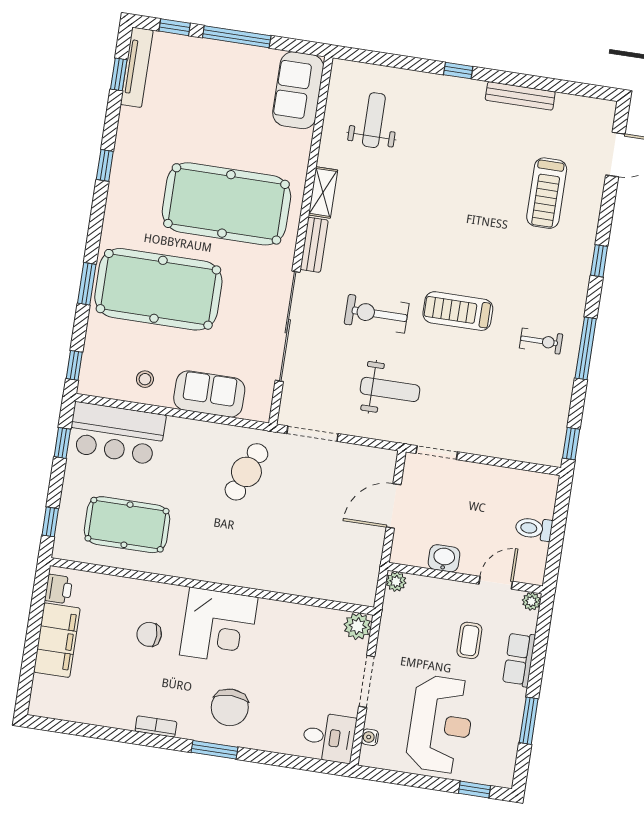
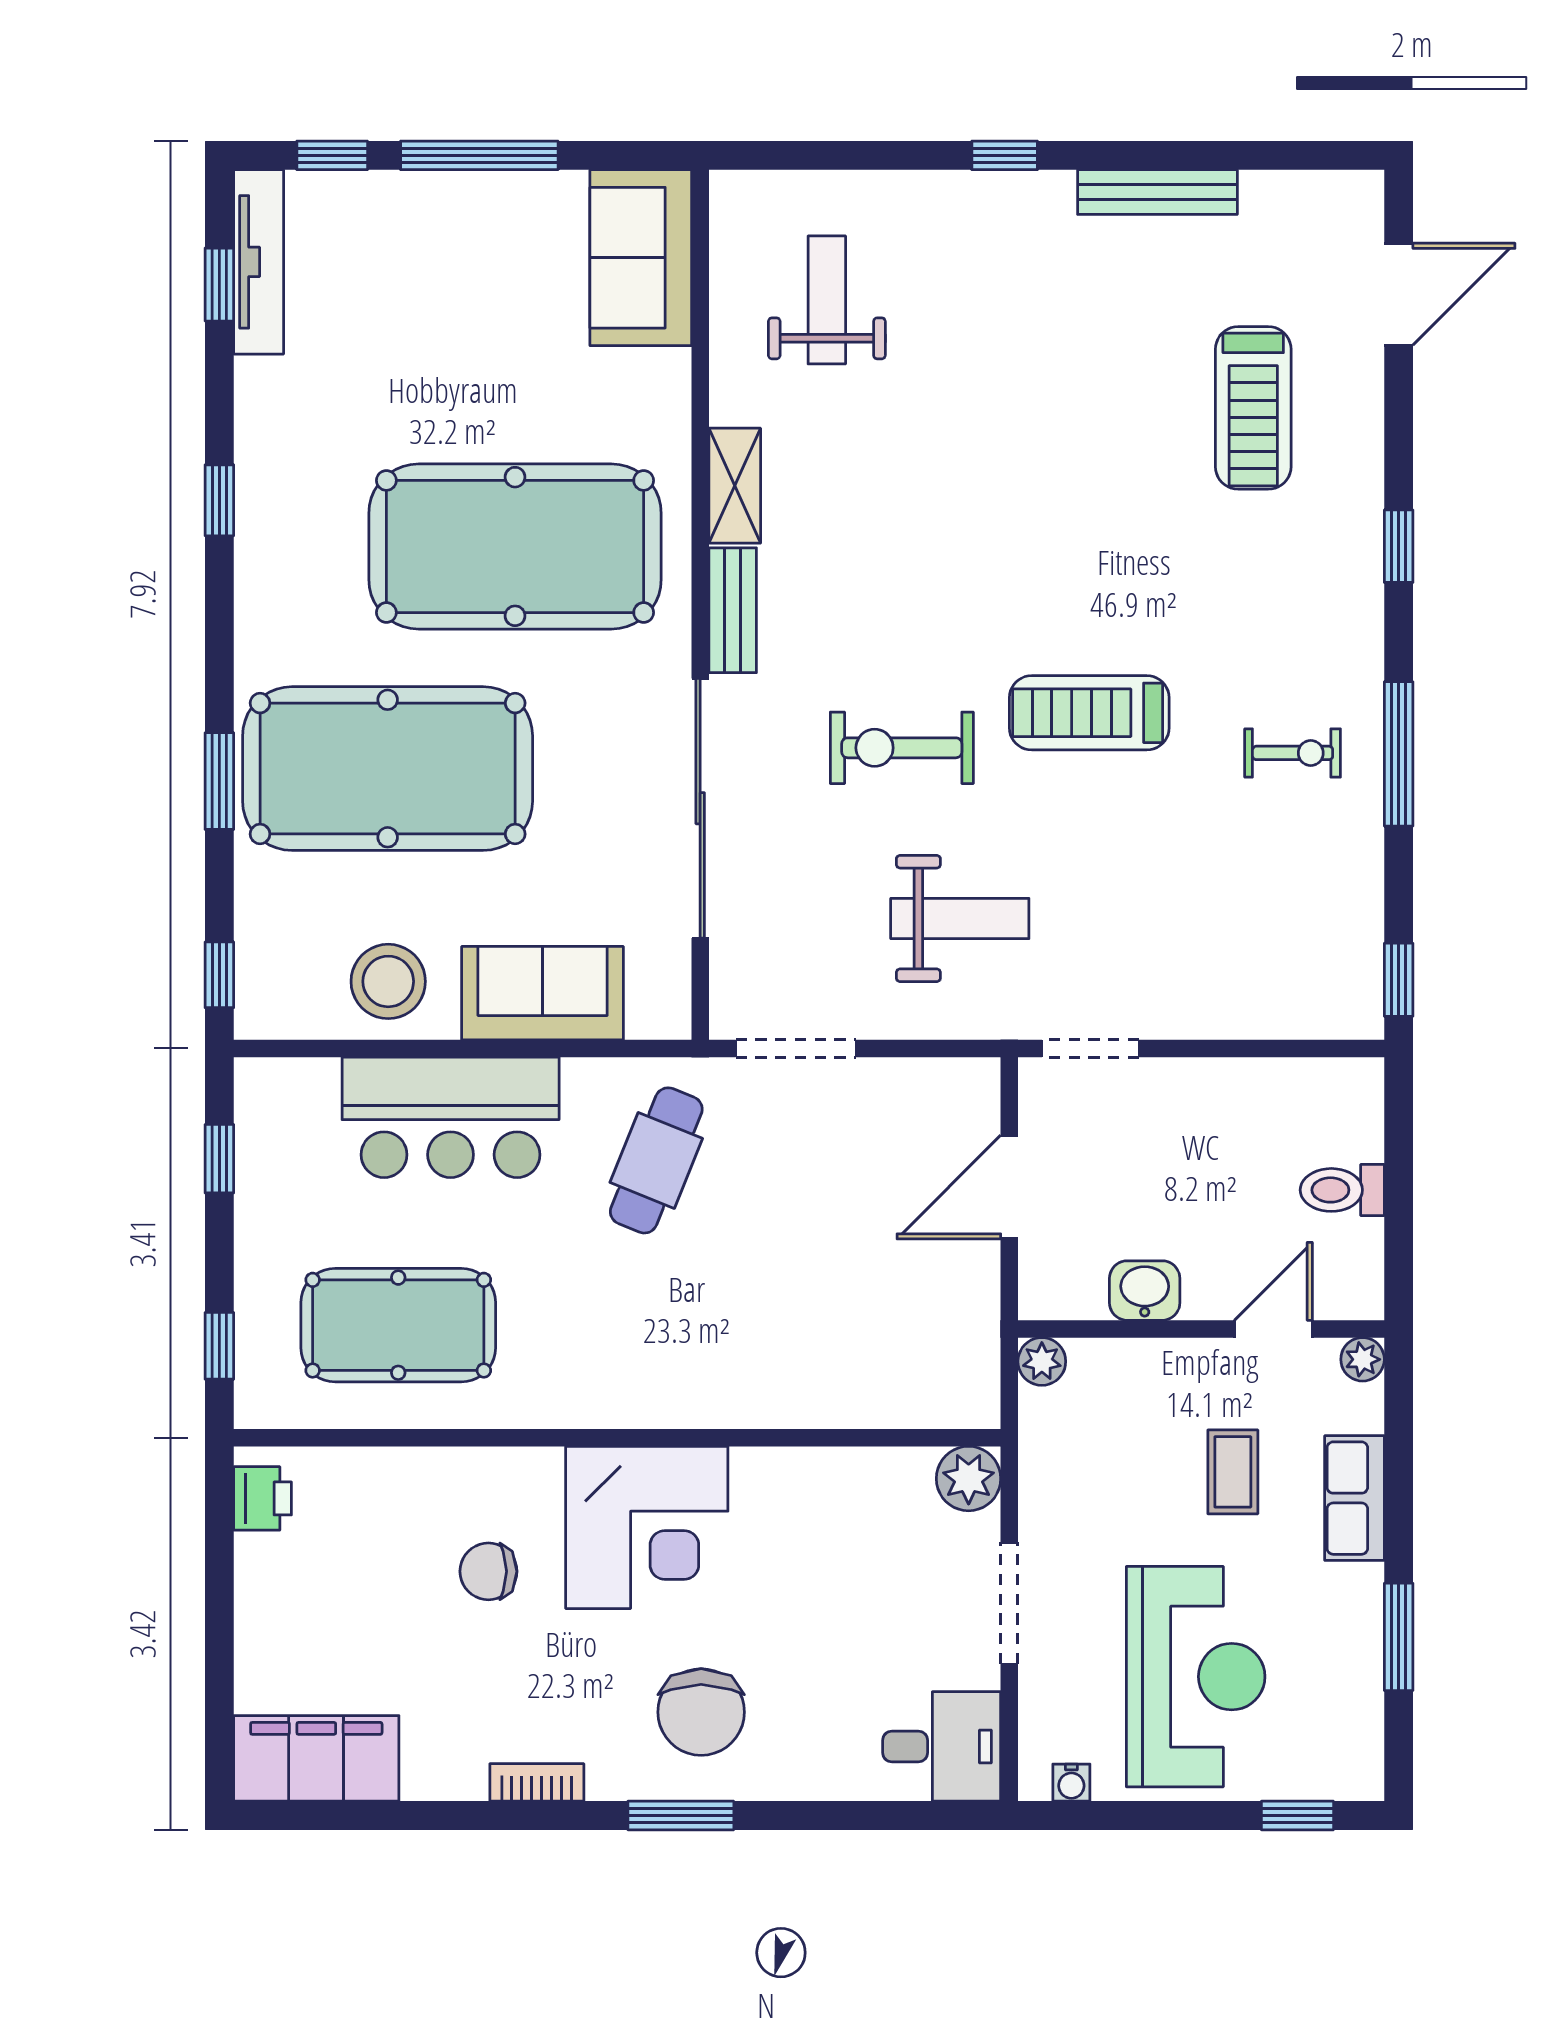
stool: (145, 379) -> (388, 981), width x1.89, depth x1.89
bar counter: (117, 433) -> (451, 1117), moved
filing cabinet: (57, 640) -> (316, 1758), moved, turned -90
water cooler: (370, 737) -> (1071, 1783), moved, turned -90

